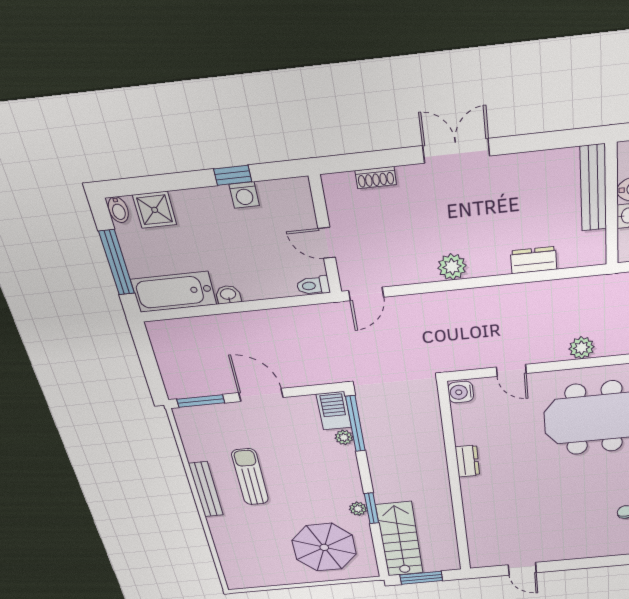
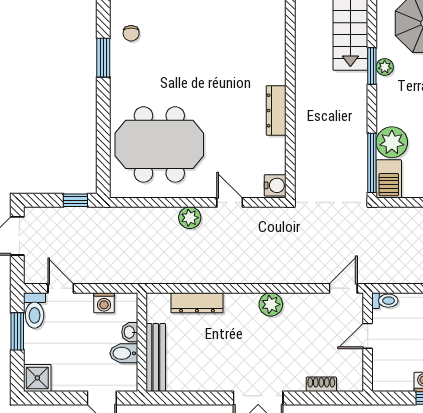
door: (327, 243) -> (368, 336), swing flipped
dresser: (534, 260) -> (197, 303), width x1.44
plant: (582, 348) -> (190, 218), moved
plant: (344, 437) -> (392, 142), width x1.87, depth x1.87
dresser: (467, 461) -> (276, 110), width x1.44

